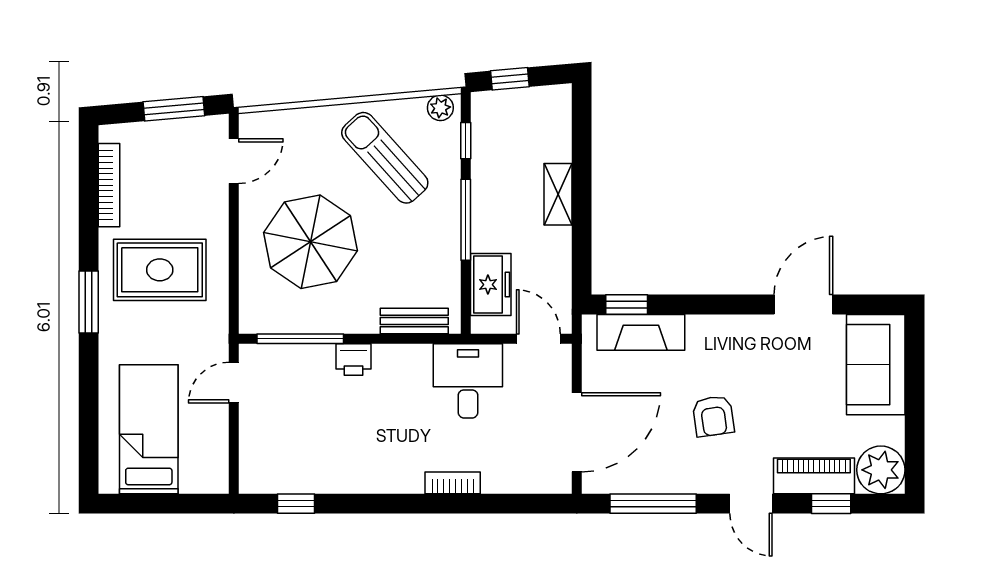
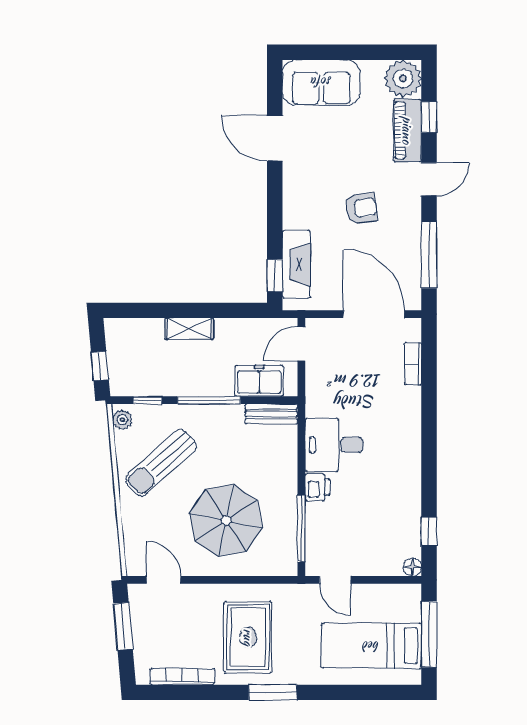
bench: (414, 321) -> (271, 414), moved, turned 90
desk: (468, 381) -> (334, 445), moved
floor lamp: (250, 482) -> (412, 567), added
bookcase: (453, 483) -> (413, 364), moved
window: (164, 504) -> (429, 634), added

